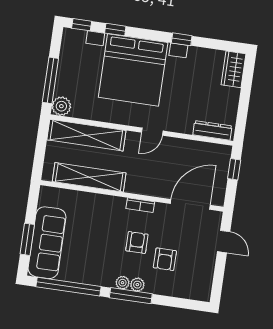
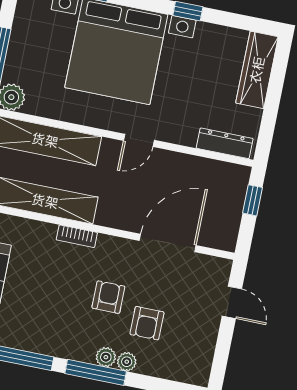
wardrobe: (234, 69) -> (257, 70), width x1.50
door: (190, 204) -> (168, 243), moved
bookcase: (140, 205) -> (77, 236), moved
plant: (123, 283) -> (127, 362), moved

